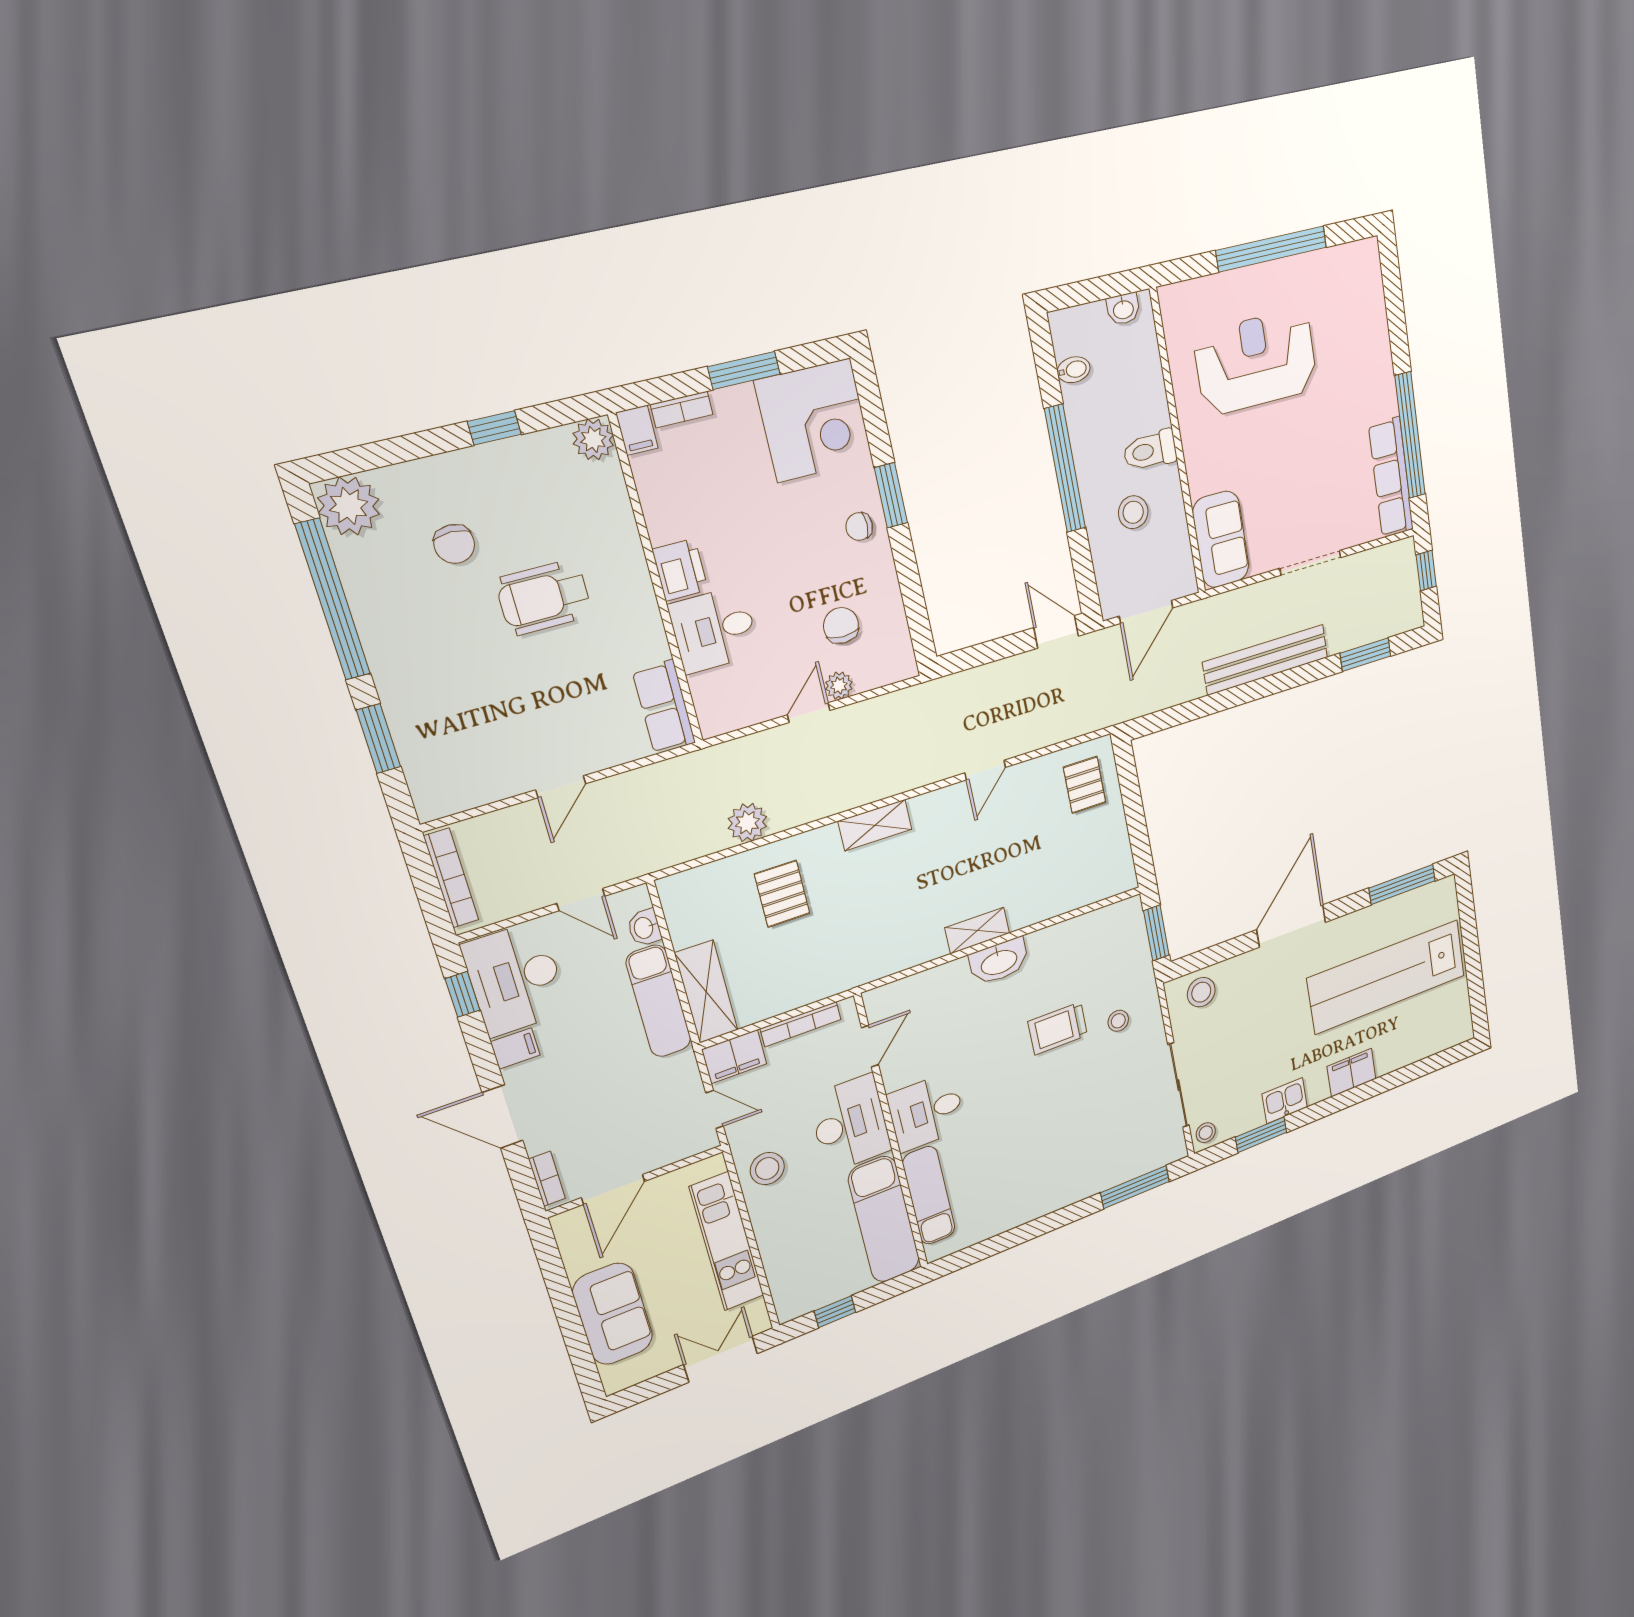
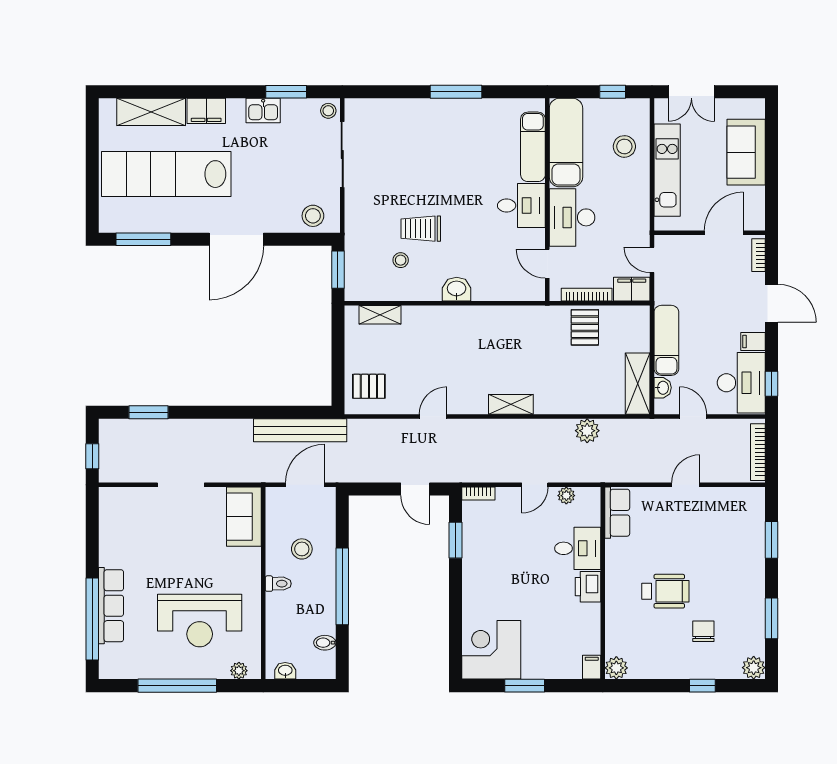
plant: (1189, 294) -> (239, 671), added
bookcase: (682, 410) -> (478, 494), moved, turned 180
window: (494, 428) -> (702, 686), moved
window: (1410, 435) -> (92, 619), moved
toilet: (1150, 450) -> (278, 584), width x0.73, depth x0.72
row of seats: (1391, 477) -> (111, 606), moved
window: (891, 495) -> (455, 540), moved
plant: (349, 506) -> (754, 668), width x0.73, depth x0.73
chair: (859, 526) -> (479, 584), removed
window: (333, 600) -> (772, 618), width x0.47
chair: (841, 625) -> (503, 530), removed
door: (1056, 632) -> (415, 489), moved
bench: (1266, 660) -> (300, 430), moved
plant: (839, 686) -> (566, 496), moved
pallet: (1085, 785) -> (369, 386), turned 90
pallet: (782, 894) -> (585, 327), moved
shelving: (977, 931) -> (380, 315), moved
washbasin: (999, 961) -> (457, 289), width x0.72
lab bench: (1387, 977) -> (166, 174), turned 180
shelving: (706, 992) -> (638, 384), moved
stool: (1118, 1021) -> (401, 260), moved
trolley: (1058, 1028) -> (421, 229), turned 180
door: (870, 1046) -> (547, 264), hinge flipped
shelving: (1414, 1046) -> (151, 112), added
stool: (767, 1169) -> (624, 146), moved
window: (1135, 1187) -> (456, 92), moved

